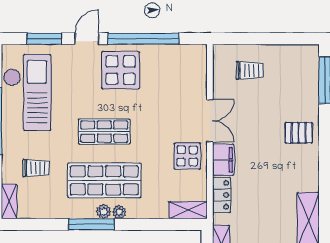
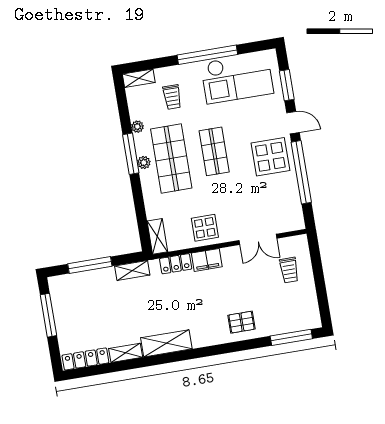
double door: (210, 121) -> (258, 239), moved
pallet: (299, 133) -> (242, 322), turned 90
plant: (119, 212) -> (137, 127), moved

